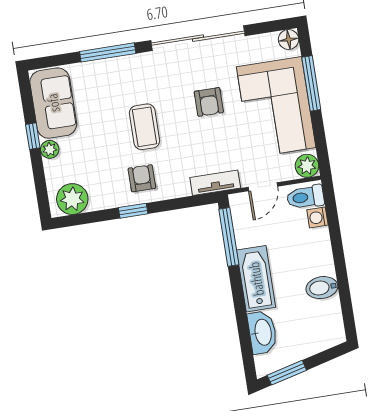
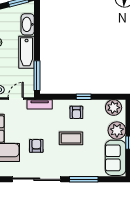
coffee table: (145, 127) -> (71, 138), turned 90
plant: (50, 149) -> (117, 130), width x1.88, depth x1.88

